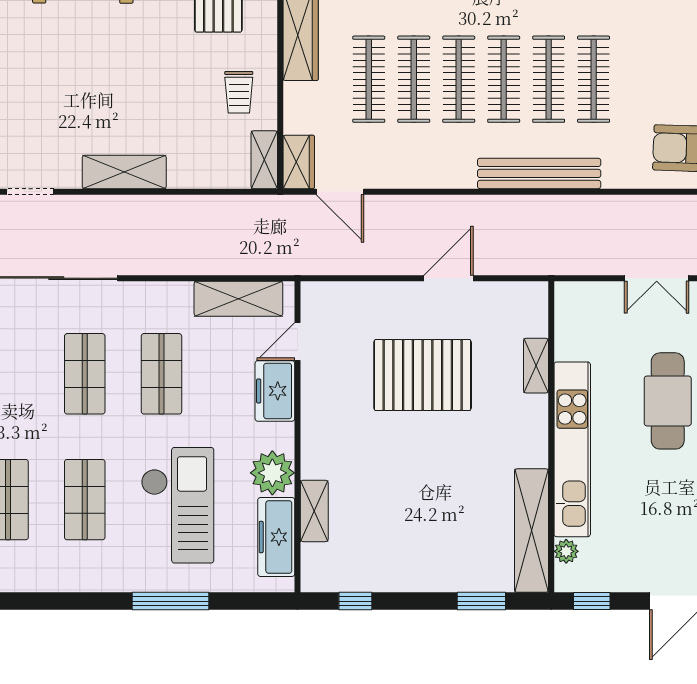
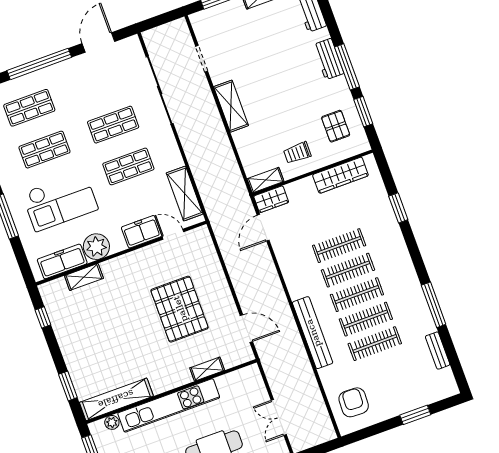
clothes rail: (369, 79) -> (330, 221), removed
door: (449, 278) -> (246, 329), moved

